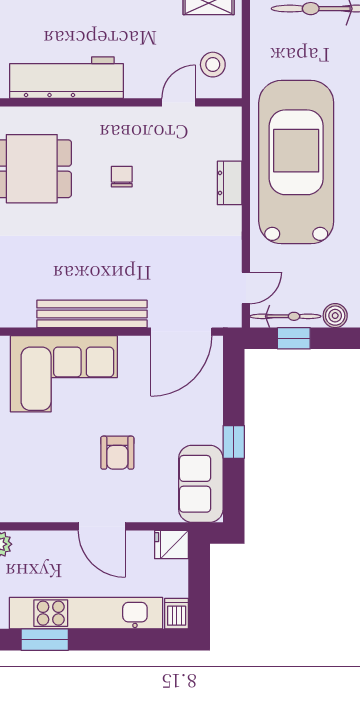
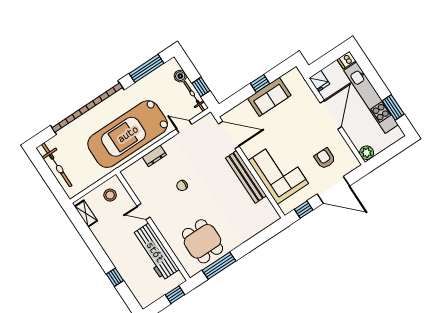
door: (179, 102) -> (143, 212), moved
chair: (122, 177) -> (182, 186), moved
door: (246, 288) -> (184, 127), moved
armchair: (117, 453) -> (325, 159), moved, turned -90
sofa: (201, 484) -> (269, 97), moved
door: (102, 526) -> (331, 115), width x1.36

